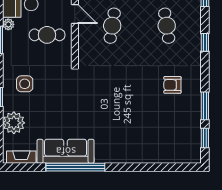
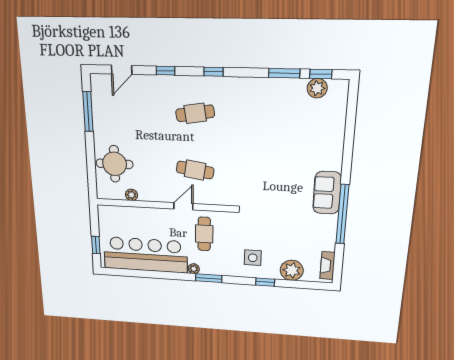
armchair: (172, 85) -> (259, 109), removed
plant: (192, 136) -> (317, 88), added
sofa: (66, 151) -> (327, 193), moved, width x0.73

